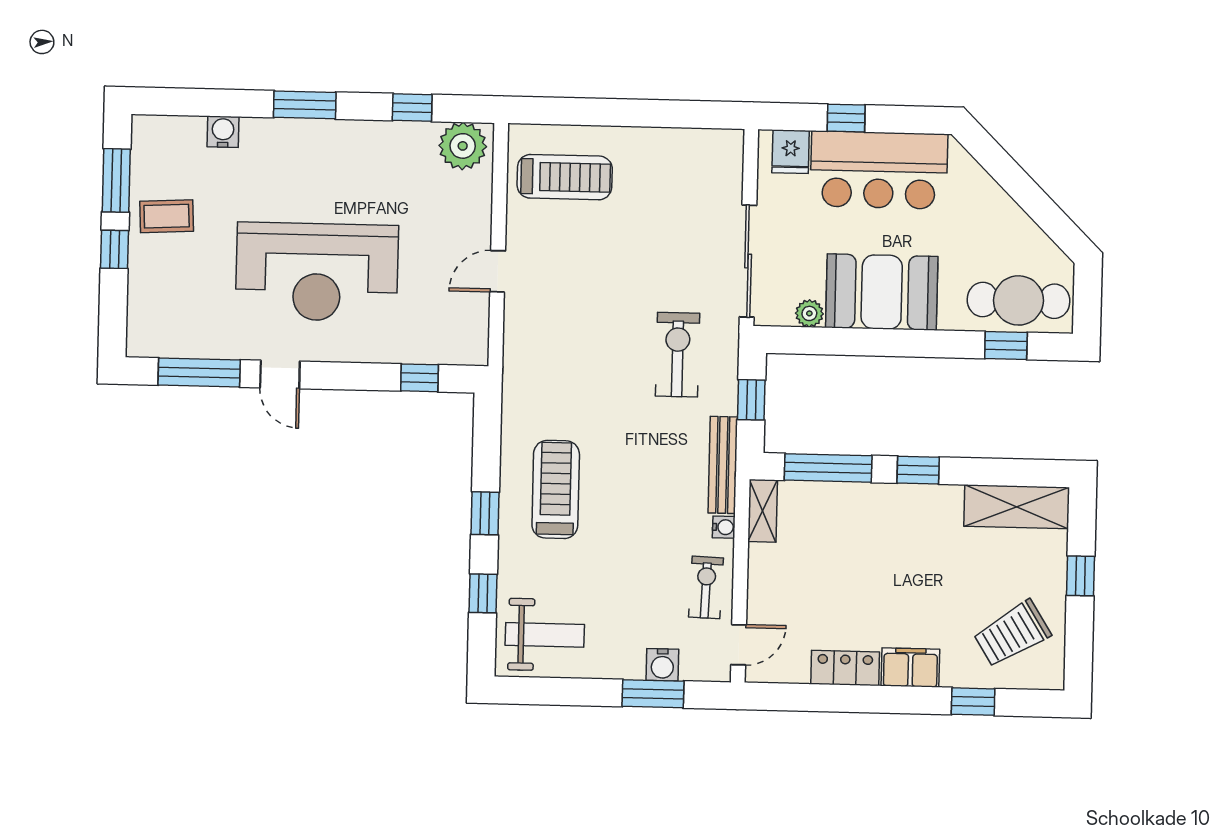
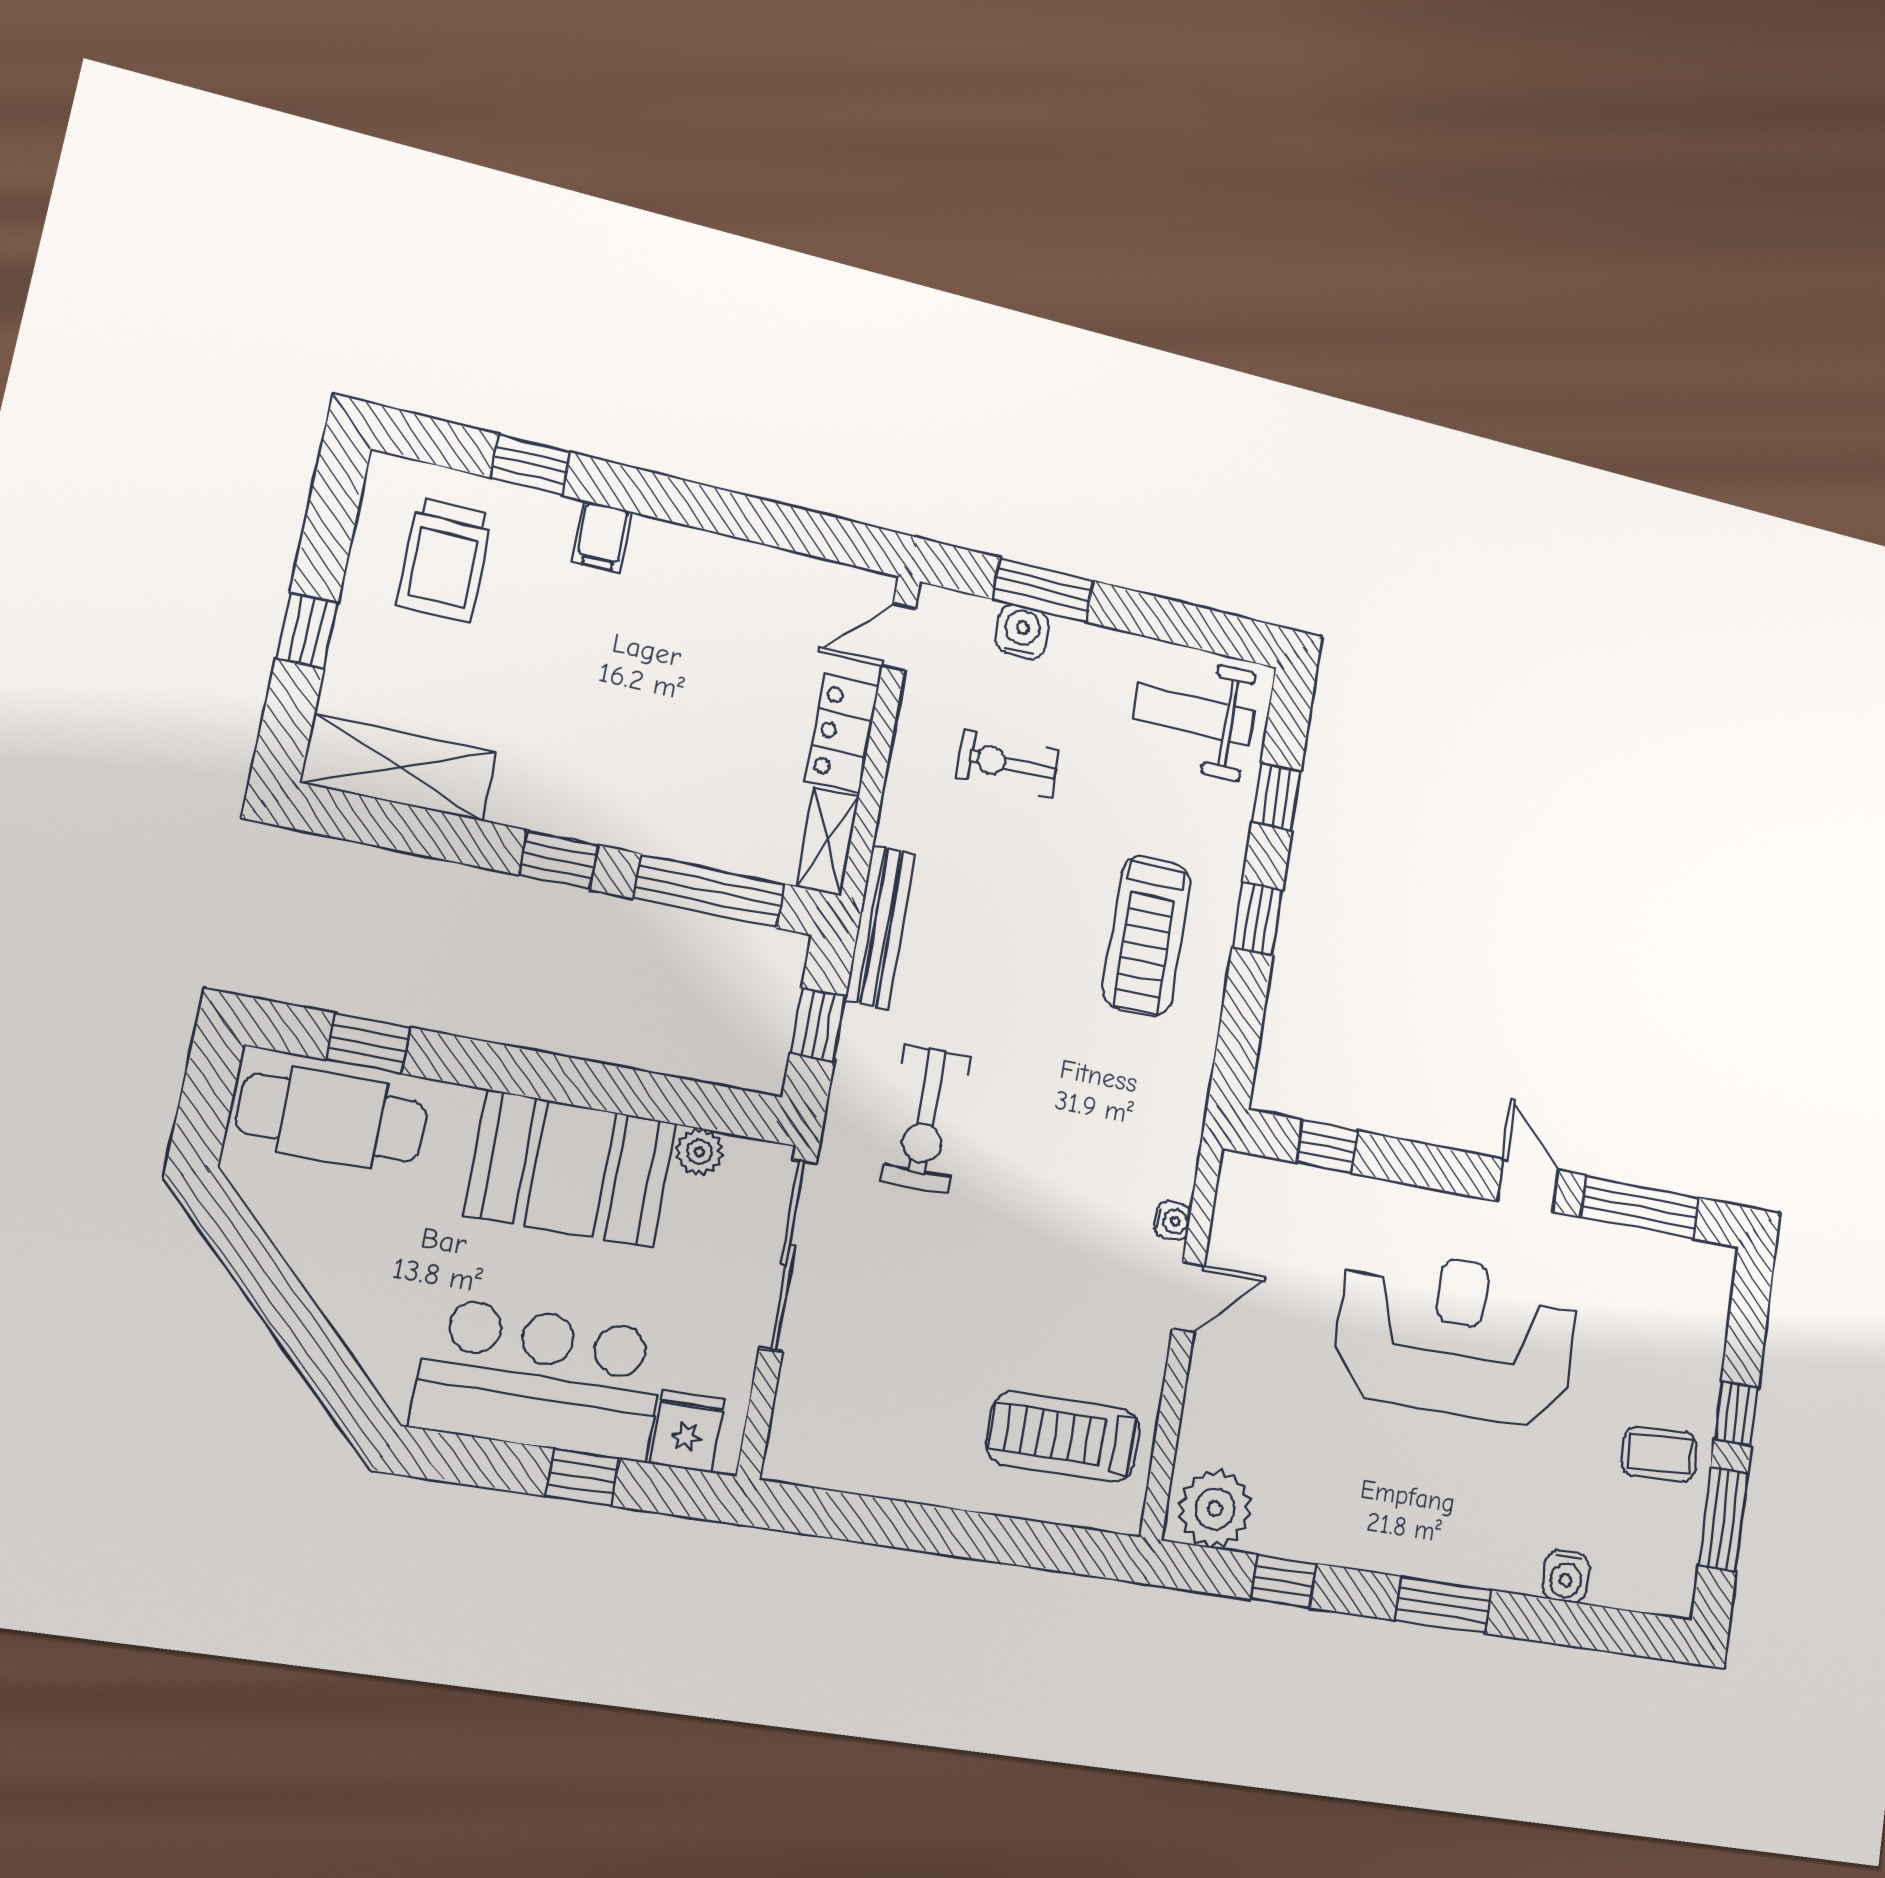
water cooler: (724, 527) -> (1173, 1221), moved, turned 180
exercise bike: (706, 587) -> (1008, 764), moved, turned 88
trolley: (1012, 634) -> (444, 560), turned 122
locker: (845, 668) -> (842, 733), moved, turned 90
filing cabinet: (910, 668) -> (602, 536), width x0.50

